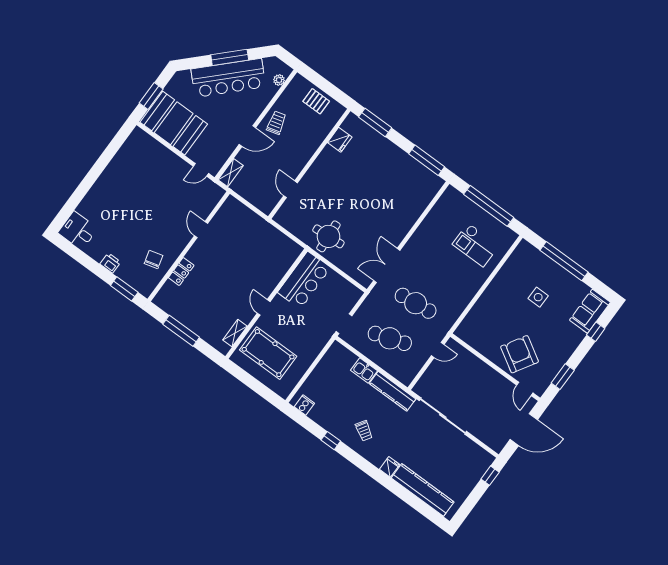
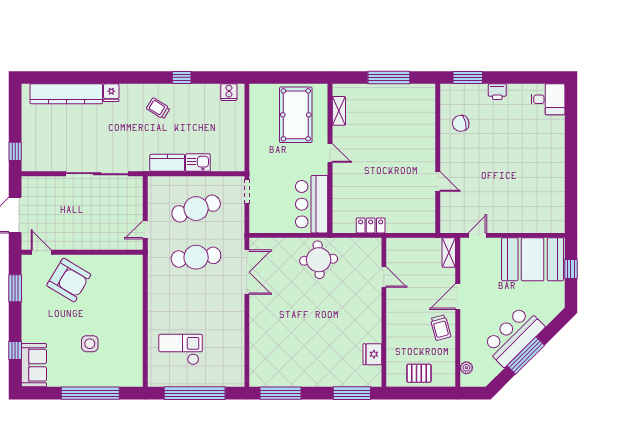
bar counter: (228, 78) -> (513, 336), width x0.73
window: (151, 96) -> (571, 269), width x0.67
chair: (154, 260) -> (461, 123), turned 92
locker: (181, 272) -> (371, 225), moved, turned 90
pool table: (268, 353) -> (296, 115), turned 90
kitchen counter: (393, 391) -> (167, 163), width x0.67

